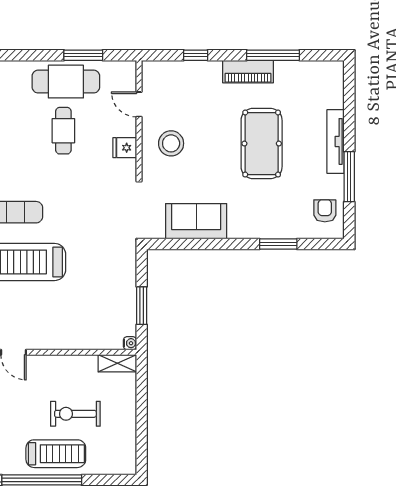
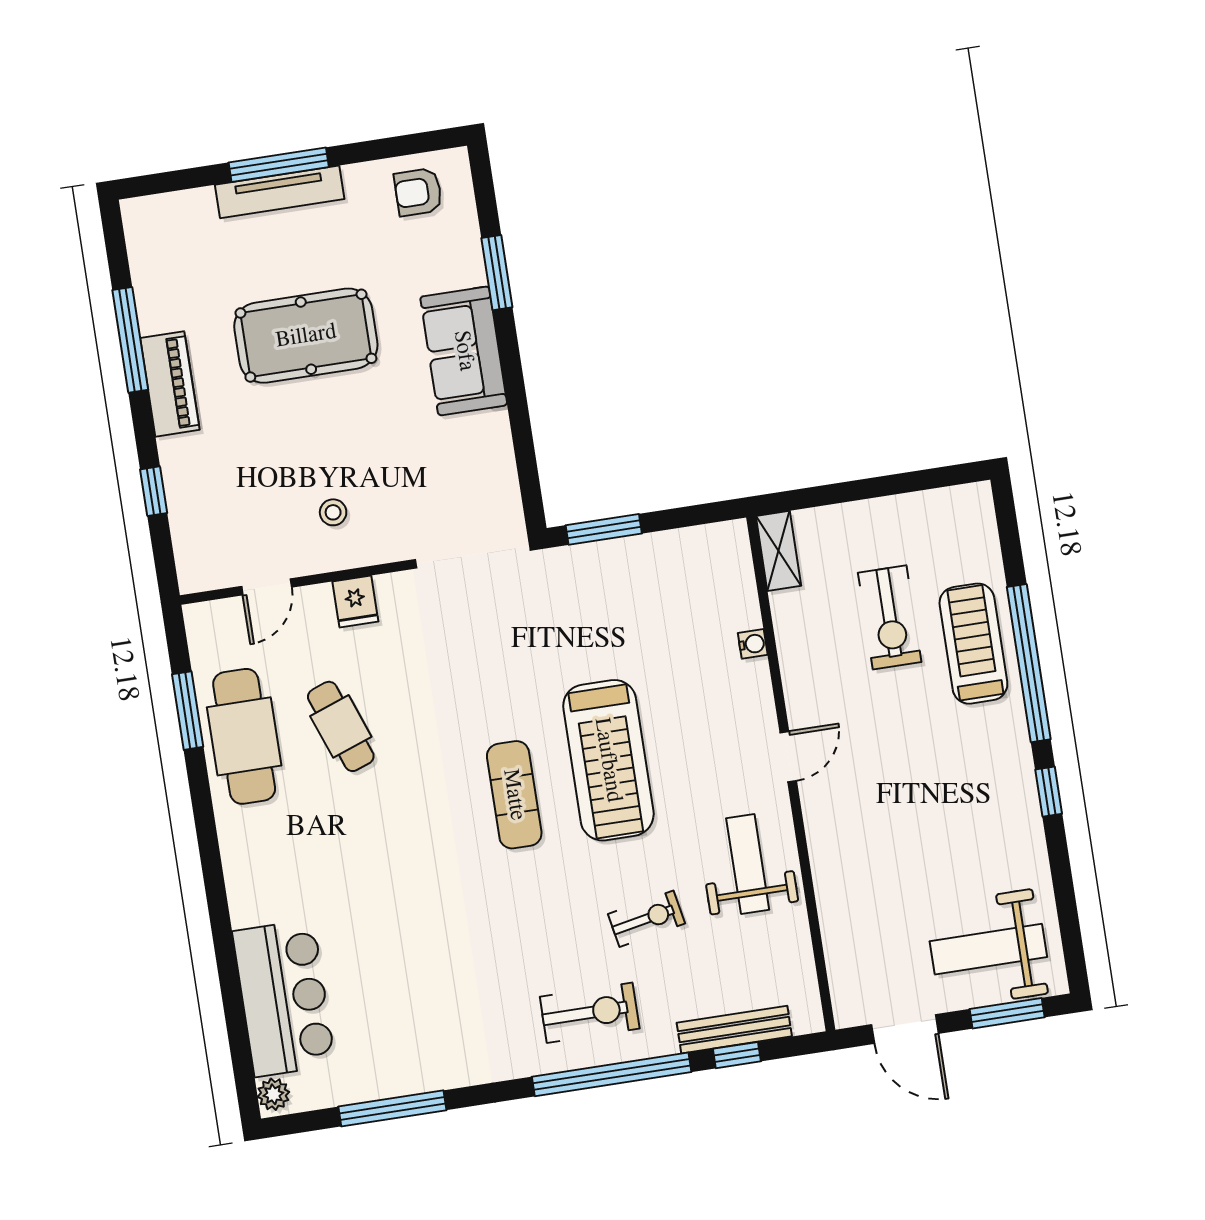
cafe table: (63, 131) -> (341, 726), turned 70
stool: (171, 143) -> (333, 512), width x0.53, depth x0.53
window: (349, 177) -> (279, 165), moved
sofa: (196, 221) -> (464, 351), moved
window: (142, 306) -> (604, 529), moved
water cooler: (130, 343) -> (753, 644), moved, turned 90

